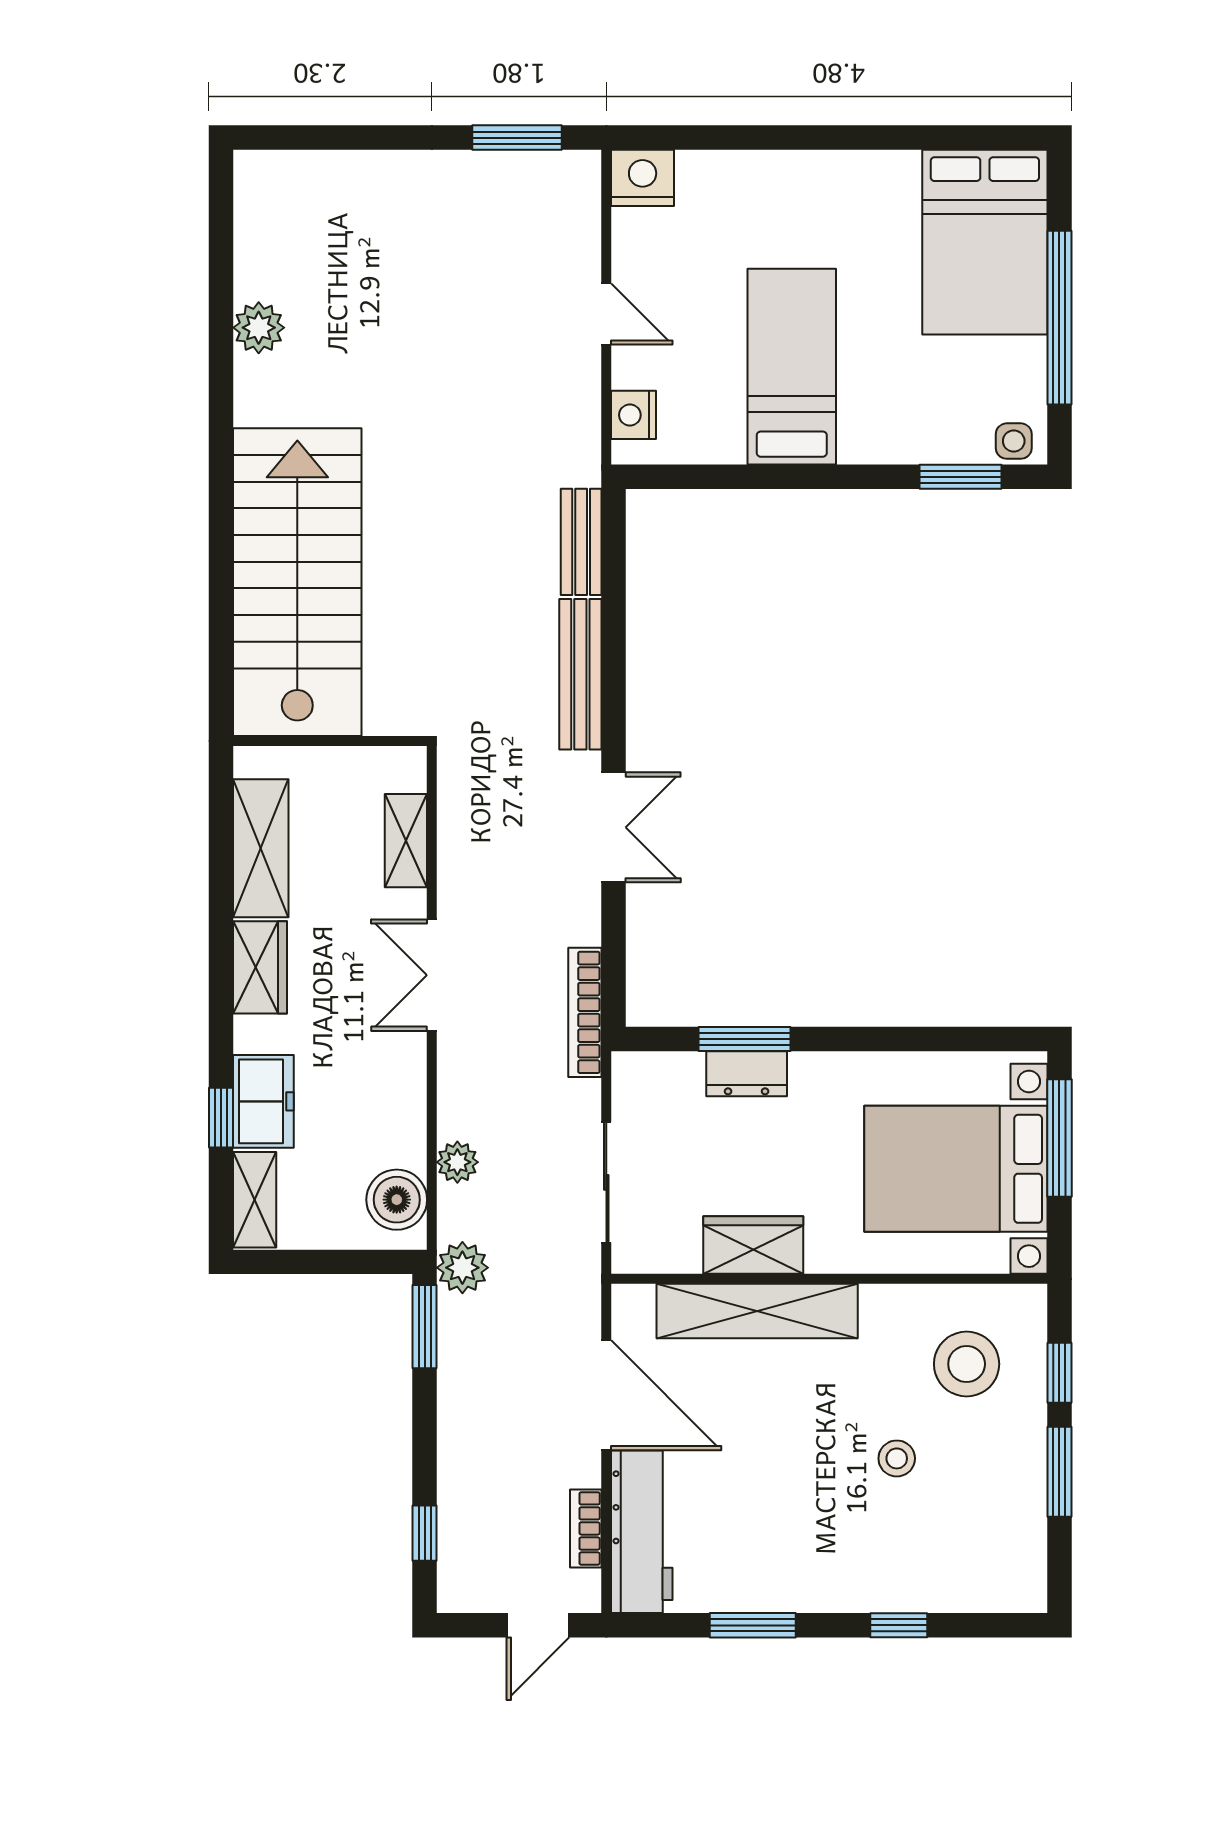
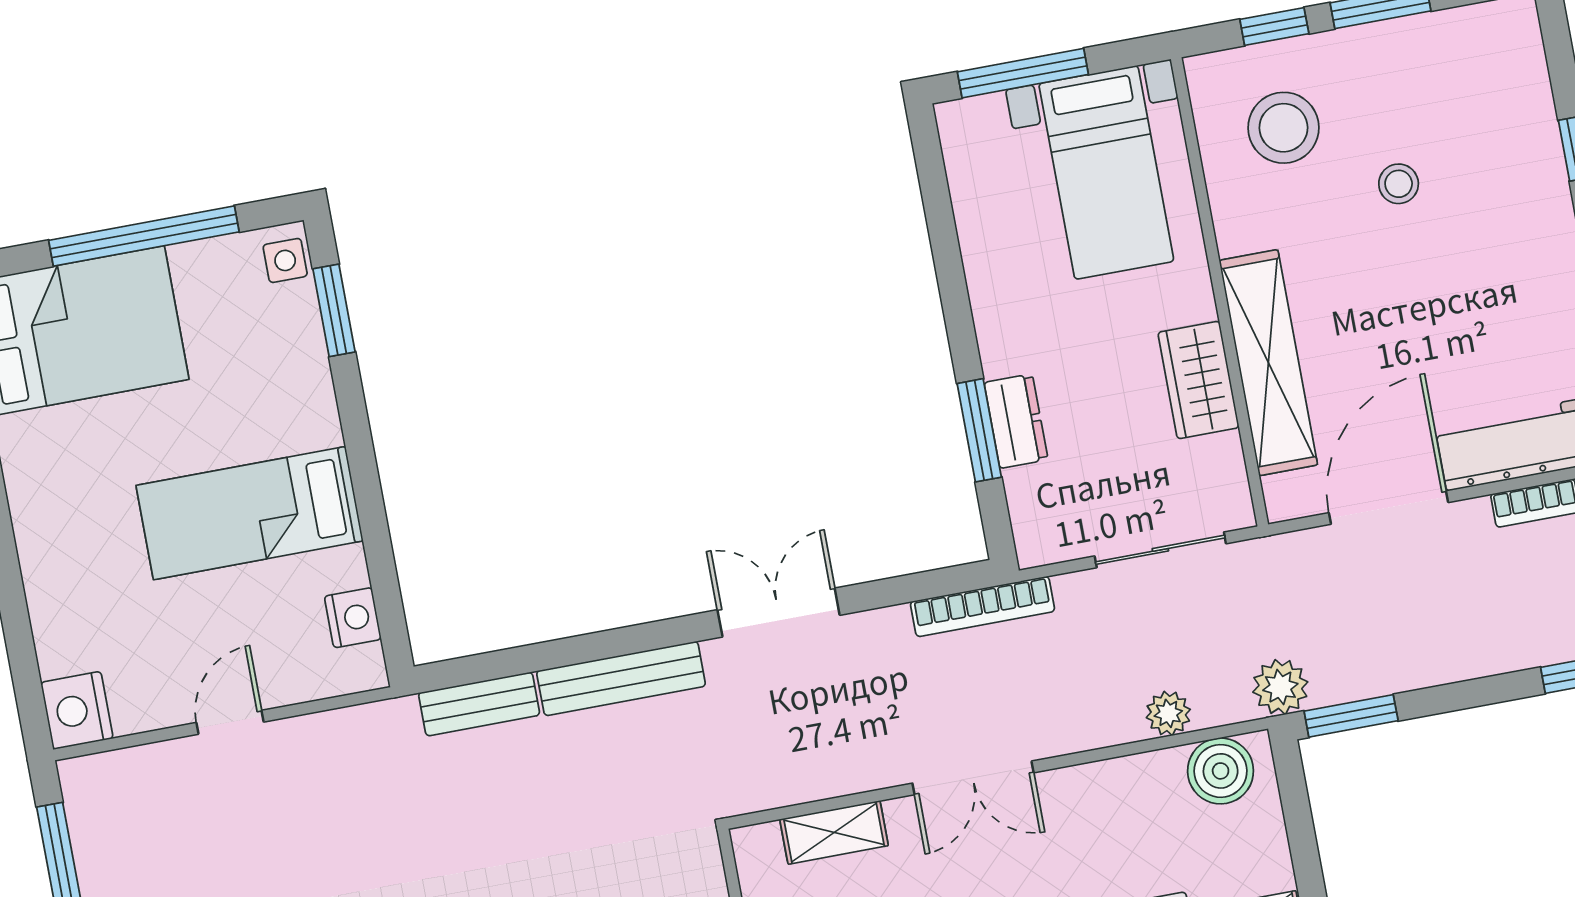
nightstand: (633, 415) -> (353, 618), moved, turned -90
bed with nightstands: (956, 1169) -> (1106, 172), width x0.73

